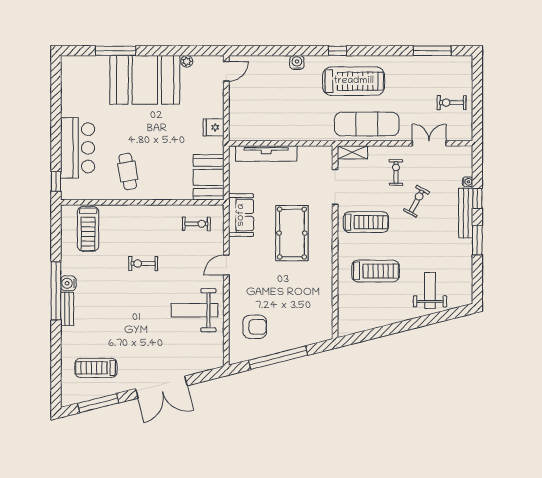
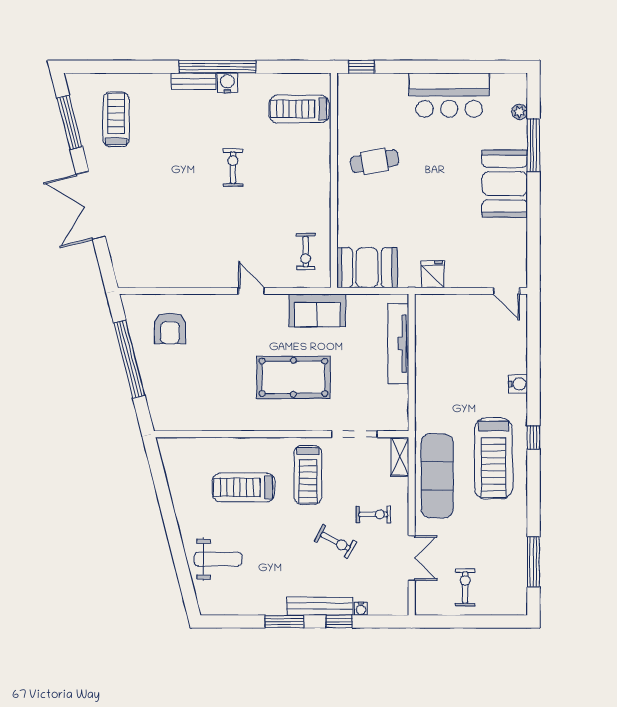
plant: (187, 61) -> (520, 112), moved
booth: (145, 80) -> (505, 184), width x0.73, depth x0.70
bar counter: (78, 148) -> (449, 95), moved
exercise bike: (143, 264) -> (233, 168), moved
treadmill: (376, 271) -> (243, 487), turned 90
weight bench: (194, 310) -> (192, 249), removed

